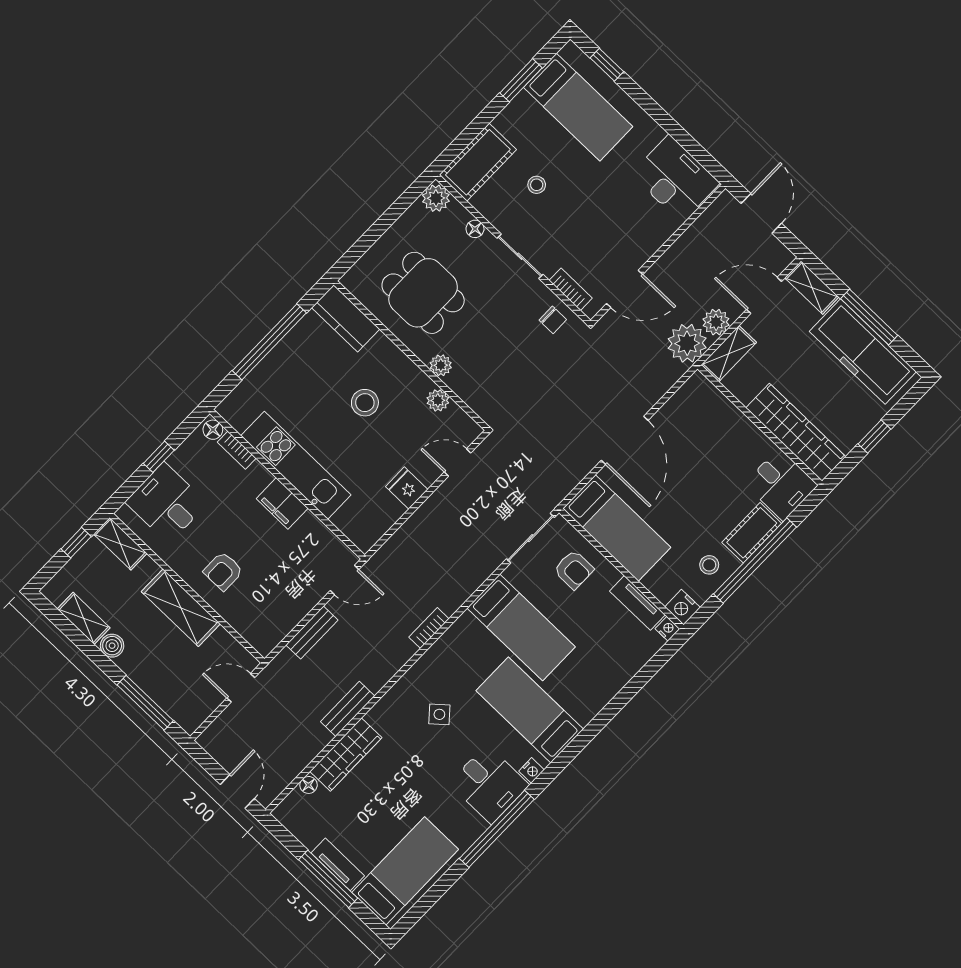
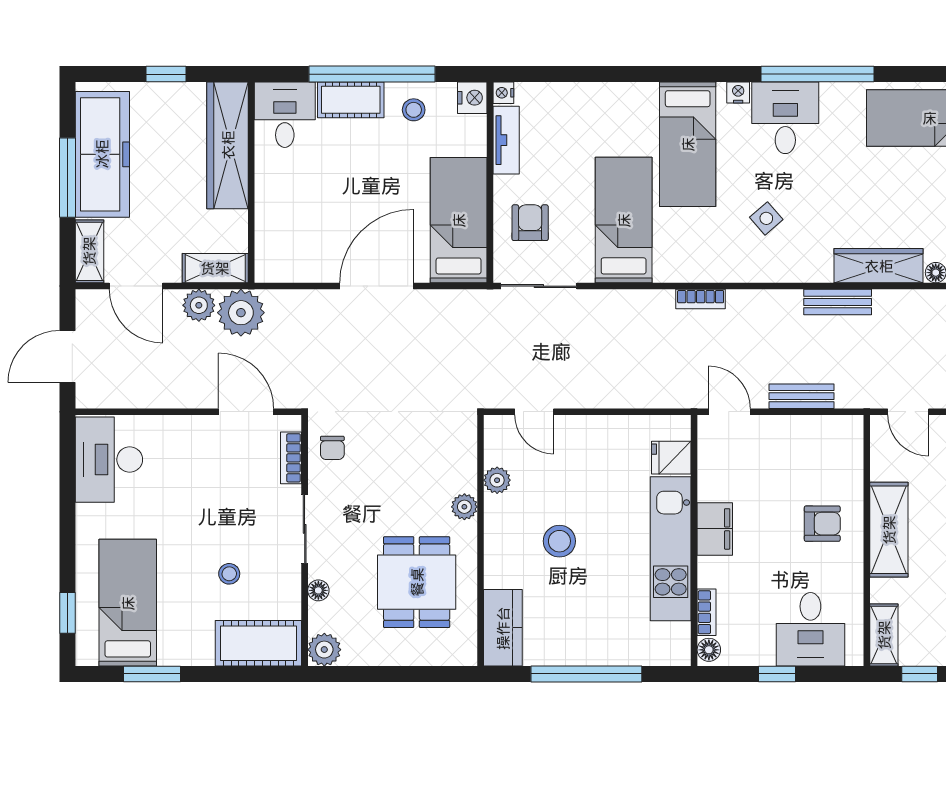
chair: (553, 320) -> (332, 448), turned 180
fridge: (407, 488) -> (671, 458), moved, turned 90

